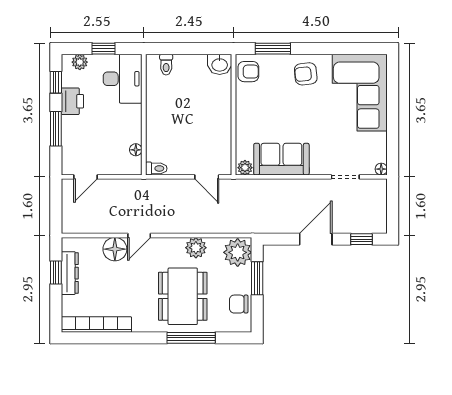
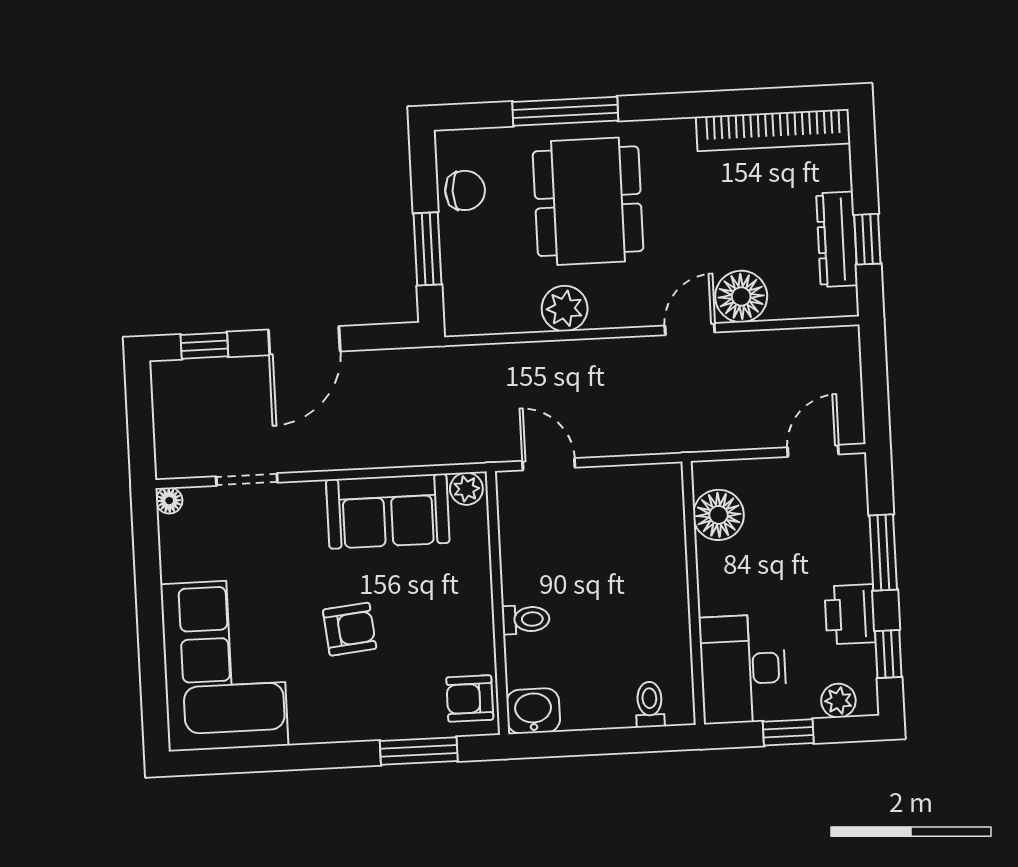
armchair: (306, 74) -> (350, 629), moved
floor lamp: (136, 150) -> (718, 515), width x1.89, depth x1.89
toilet: (156, 168) -> (526, 619), moved, turned 180
plant: (238, 252) -> (473, 303), removed

